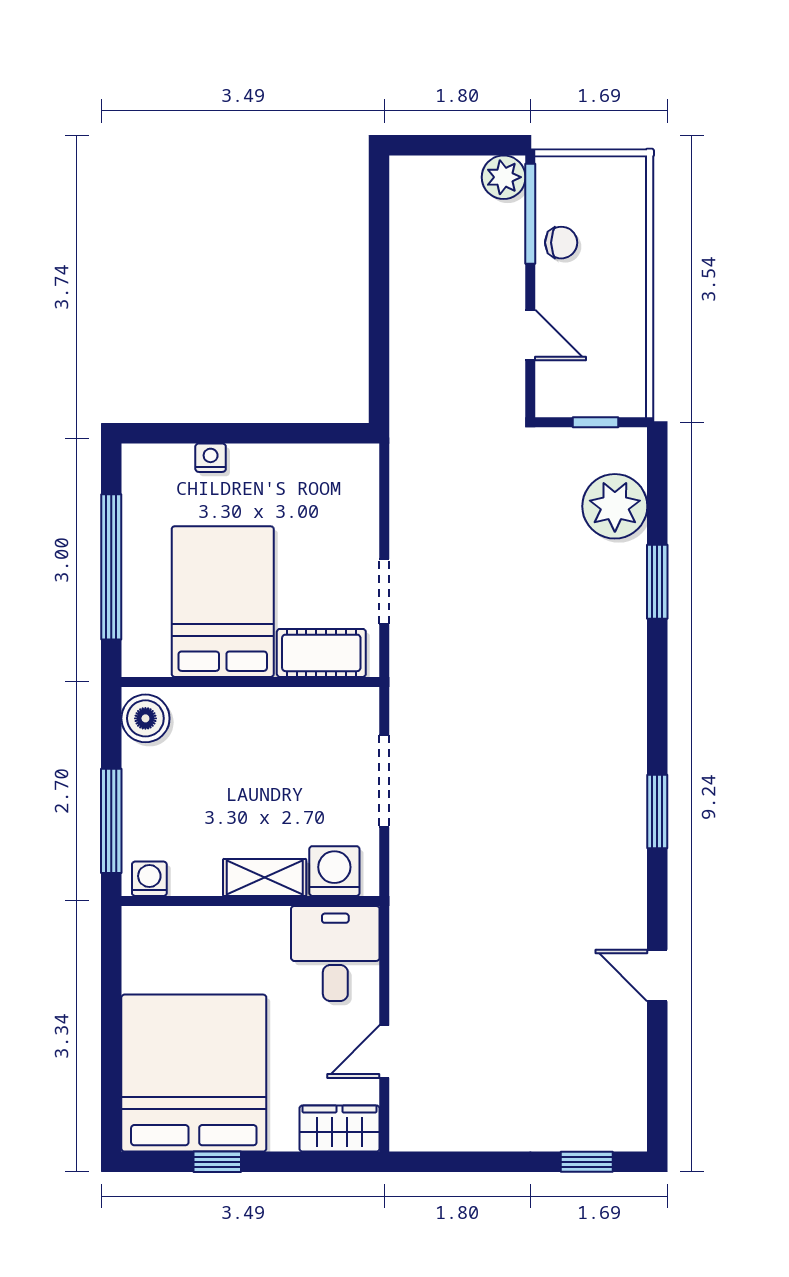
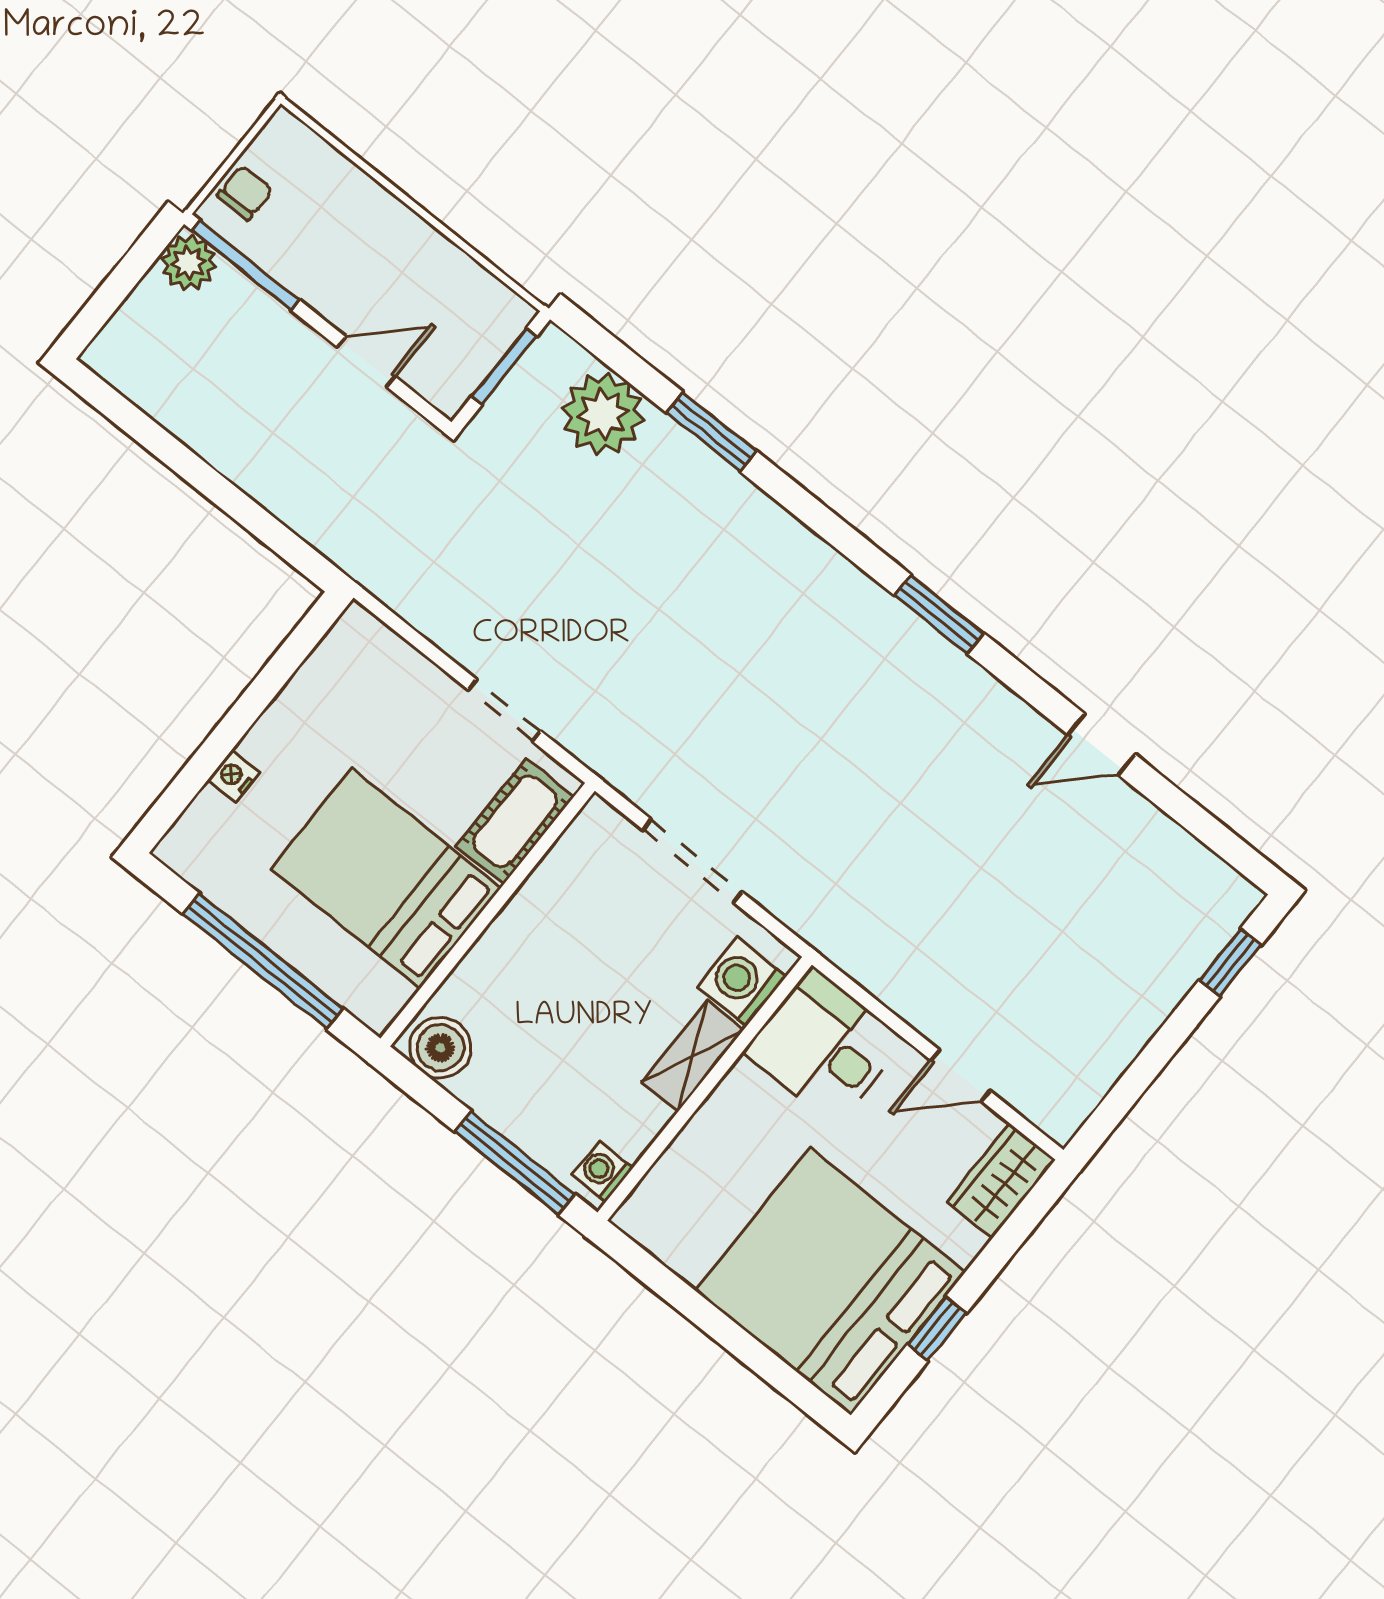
chair: (561, 243) -> (245, 193), moved
window: (596, 422) -> (504, 366), width x1.50
door: (384, 1052) -> (960, 1076), hinge flipped

